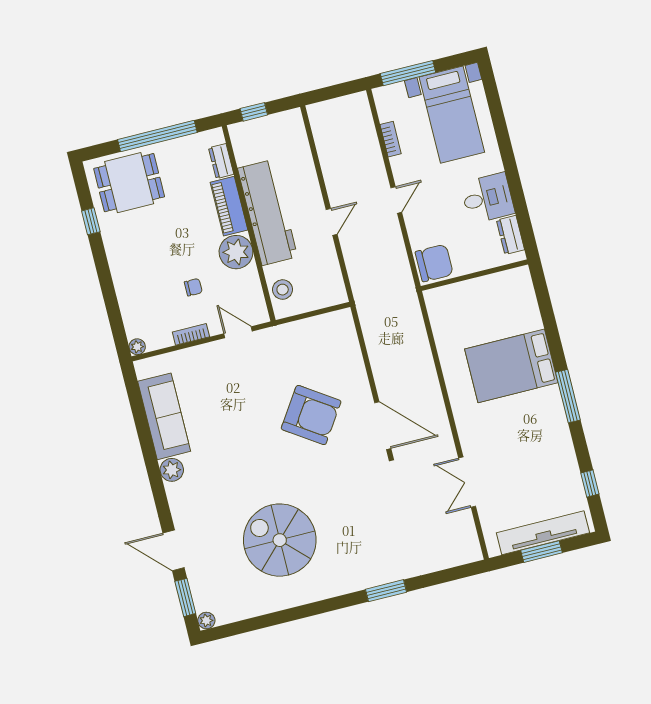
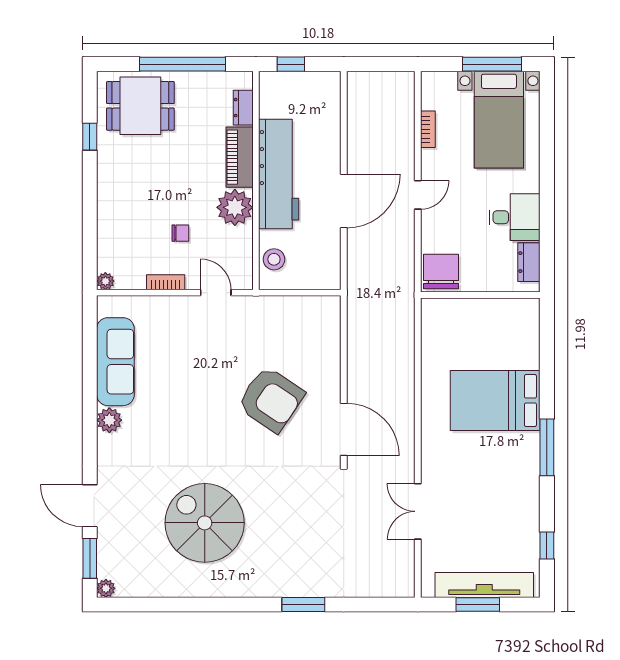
window: (408, 73) -> (492, 64), moved
door: (332, 222) -> (344, 201), width x1.88
chair: (434, 263) -> (441, 272), turned -90

